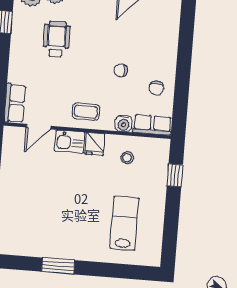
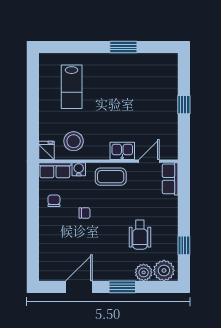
coffee table: (86, 112) -> (111, 177), width x1.36, depth x1.30
fridge: (95, 144) -> (46, 150), moved
stool: (127, 158) -> (74, 141), width x1.89, depth x1.89
window: (175, 175) -> (33, 130), removed

